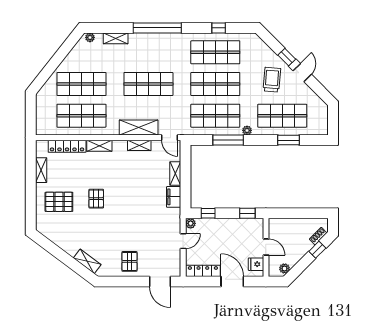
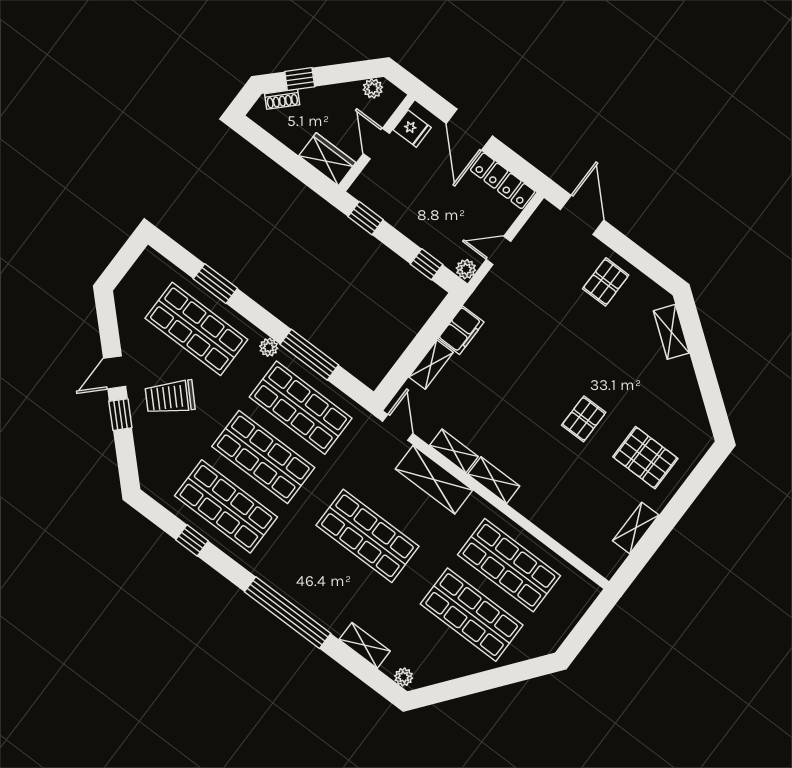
trolley: (272, 80) -> (170, 397), turned 41
locker: (67, 146) -> (567, 535), removed
shelving: (99, 146) -> (494, 480), moved
wardrobe: (281, 226) -> (327, 159), added

